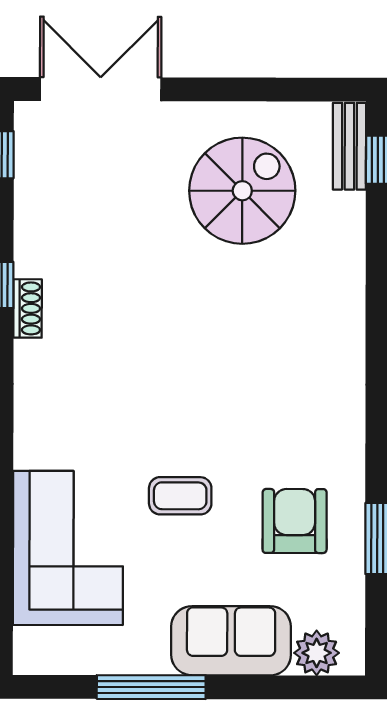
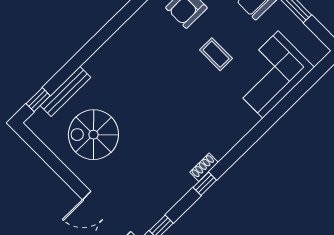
bench: (349, 146) -> (65, 91), moved, width x1.36

